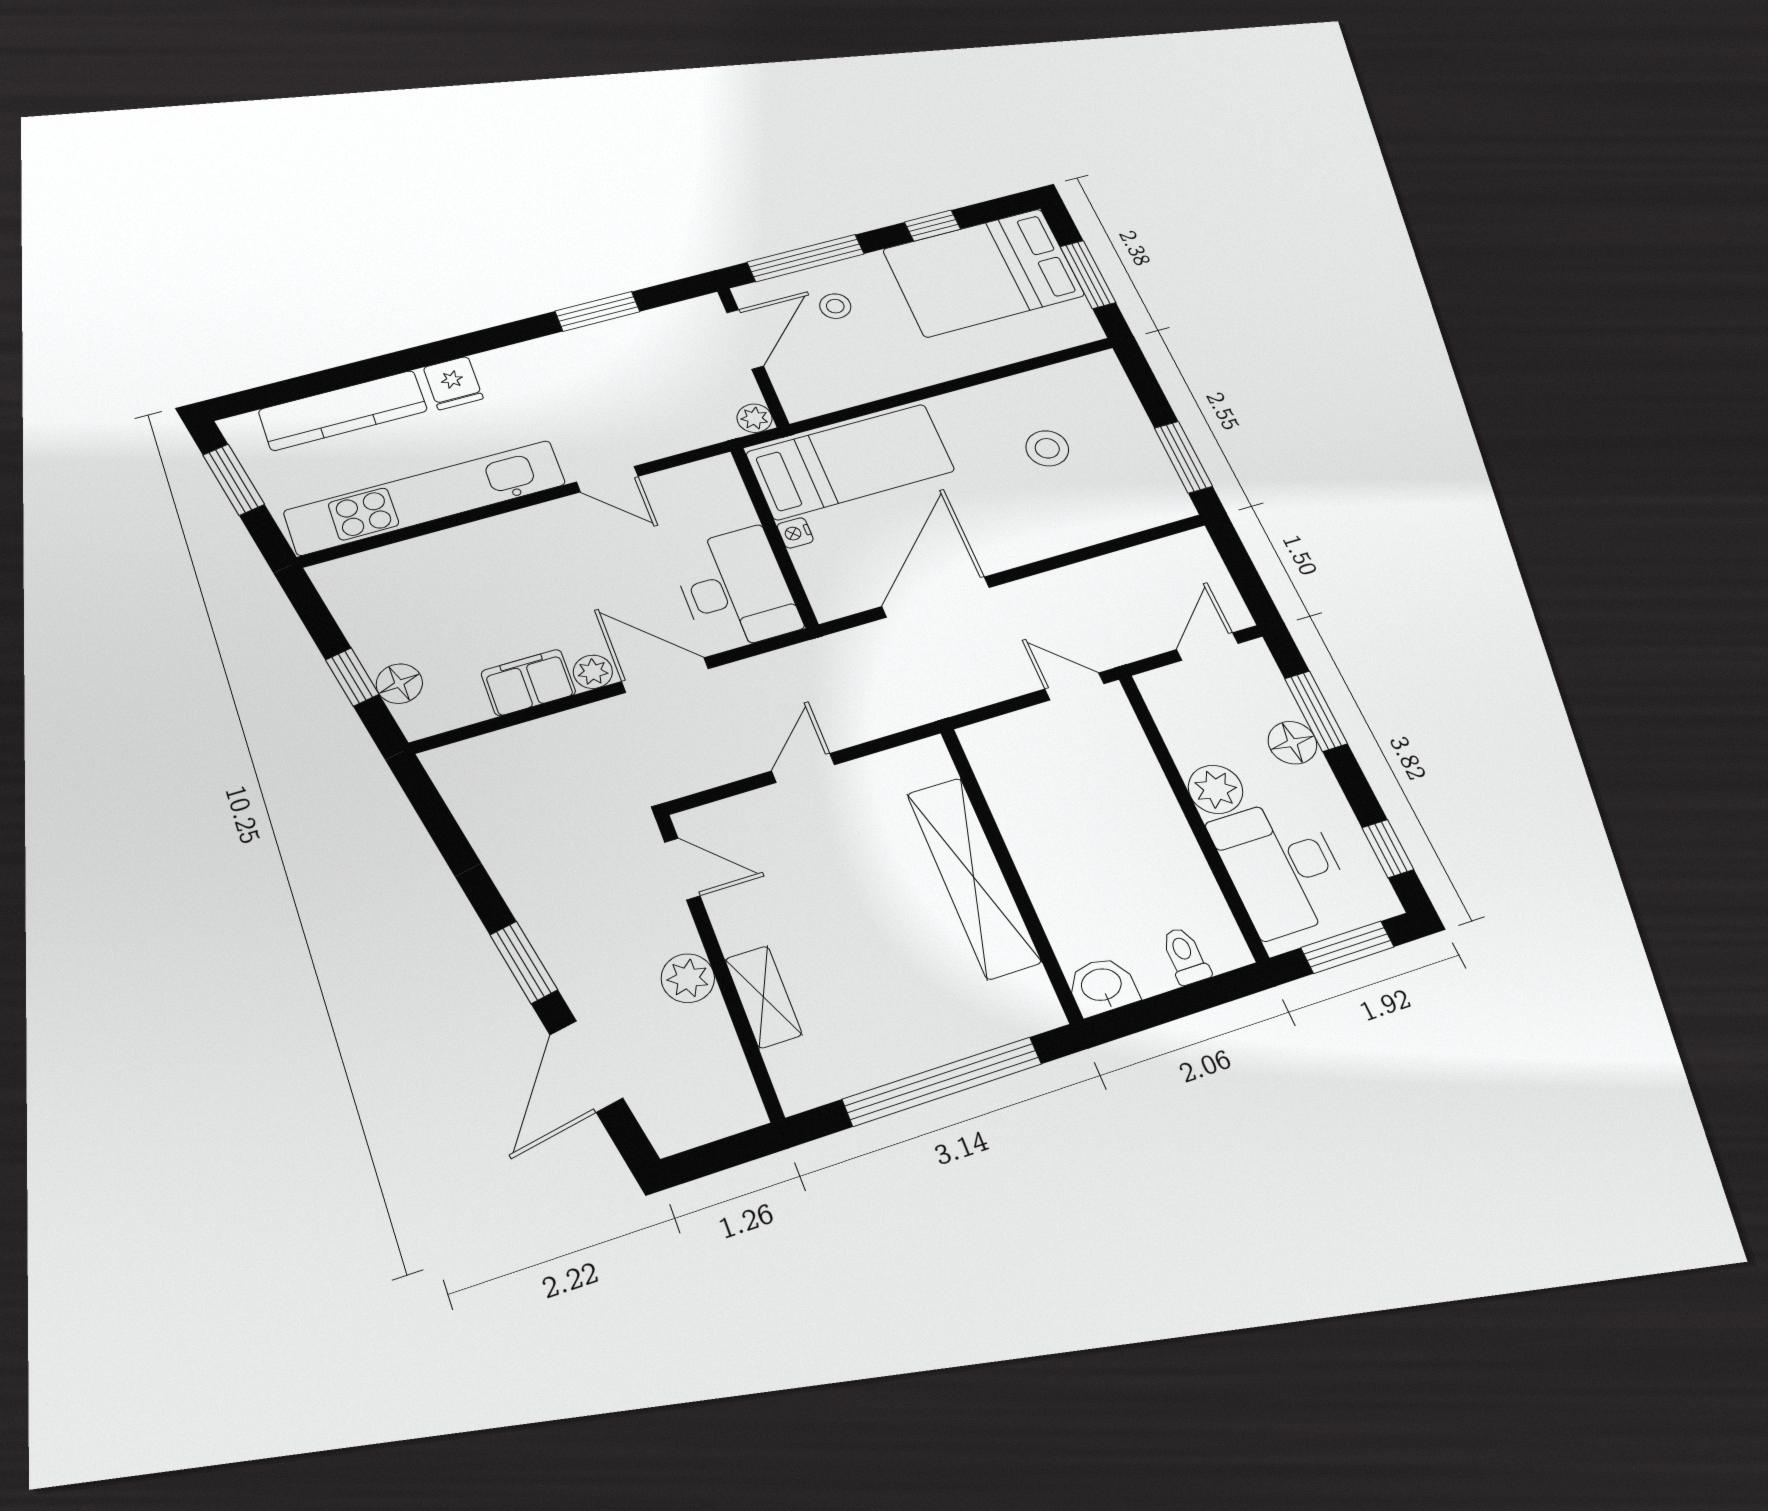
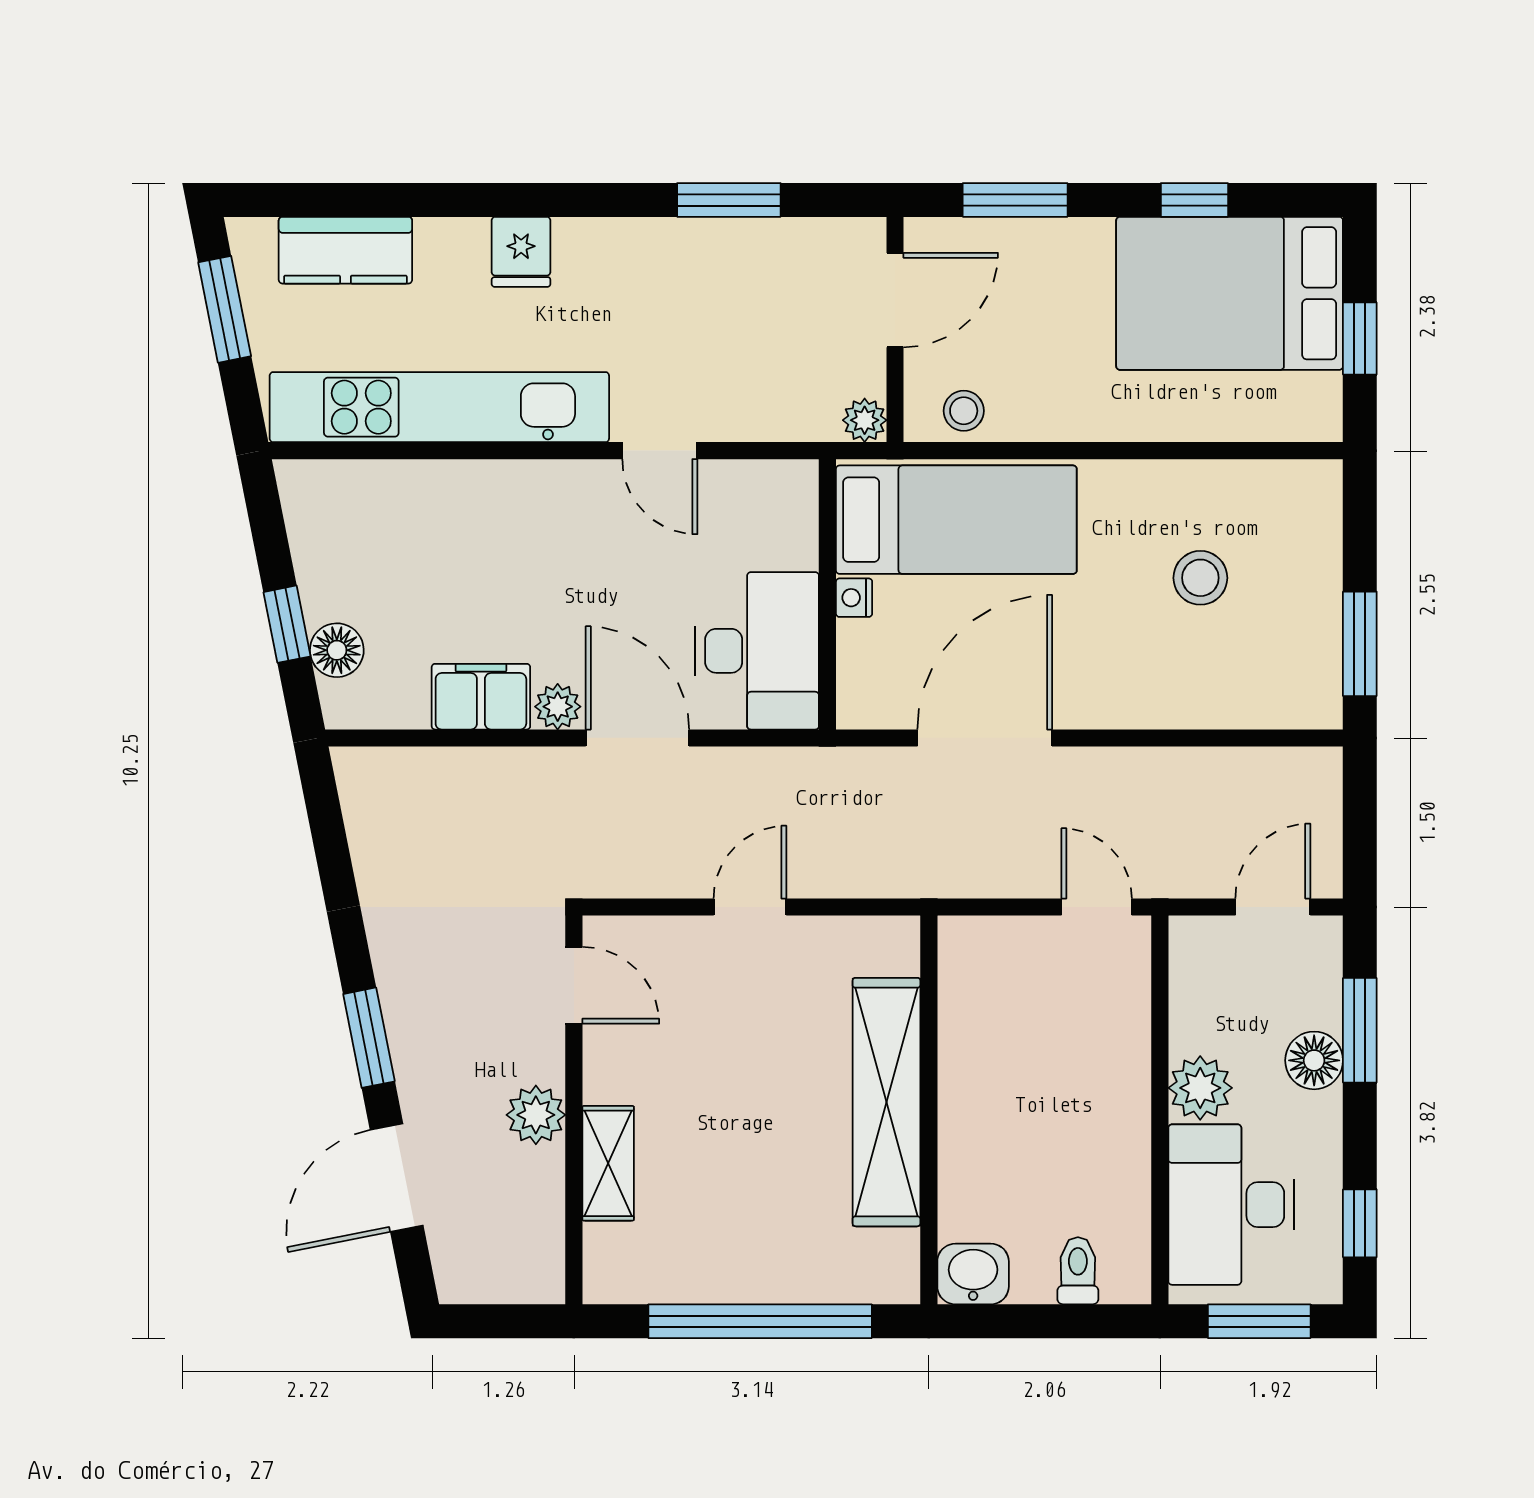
window: (806, 258) -> (1015, 200), width x0.69
window: (1088, 274) -> (1360, 339), width x0.67
stool: (835, 306) -> (964, 411), moved
kitchen counter: (343, 410) -> (345, 250), width x0.67

